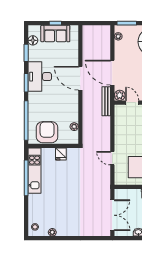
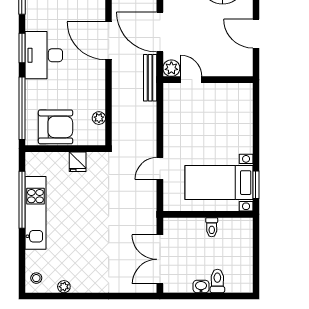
desk: (40, 77) -> (44, 55), moved
armchair: (47, 132) -> (56, 127), turned 90
door: (112, 158) -> (160, 168), hinge flipped
kitchen unit: (34, 171) -> (35, 213), moved
double door: (112, 215) -> (160, 259), swing flipped

